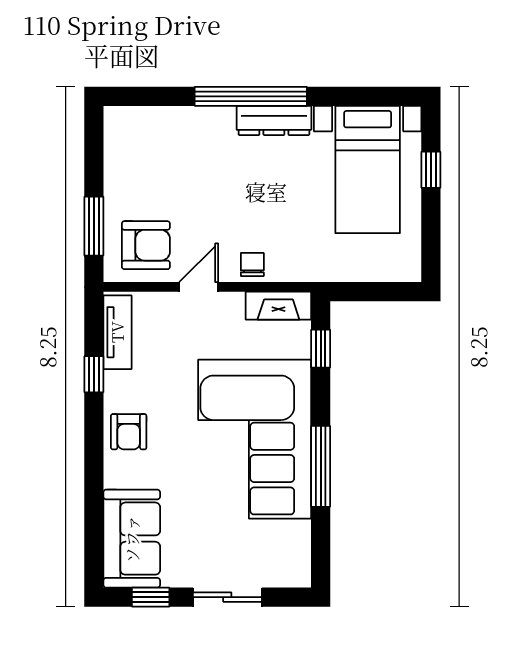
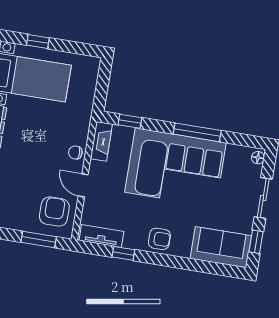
floor lamp: (294, 577) -> (258, 158), added

